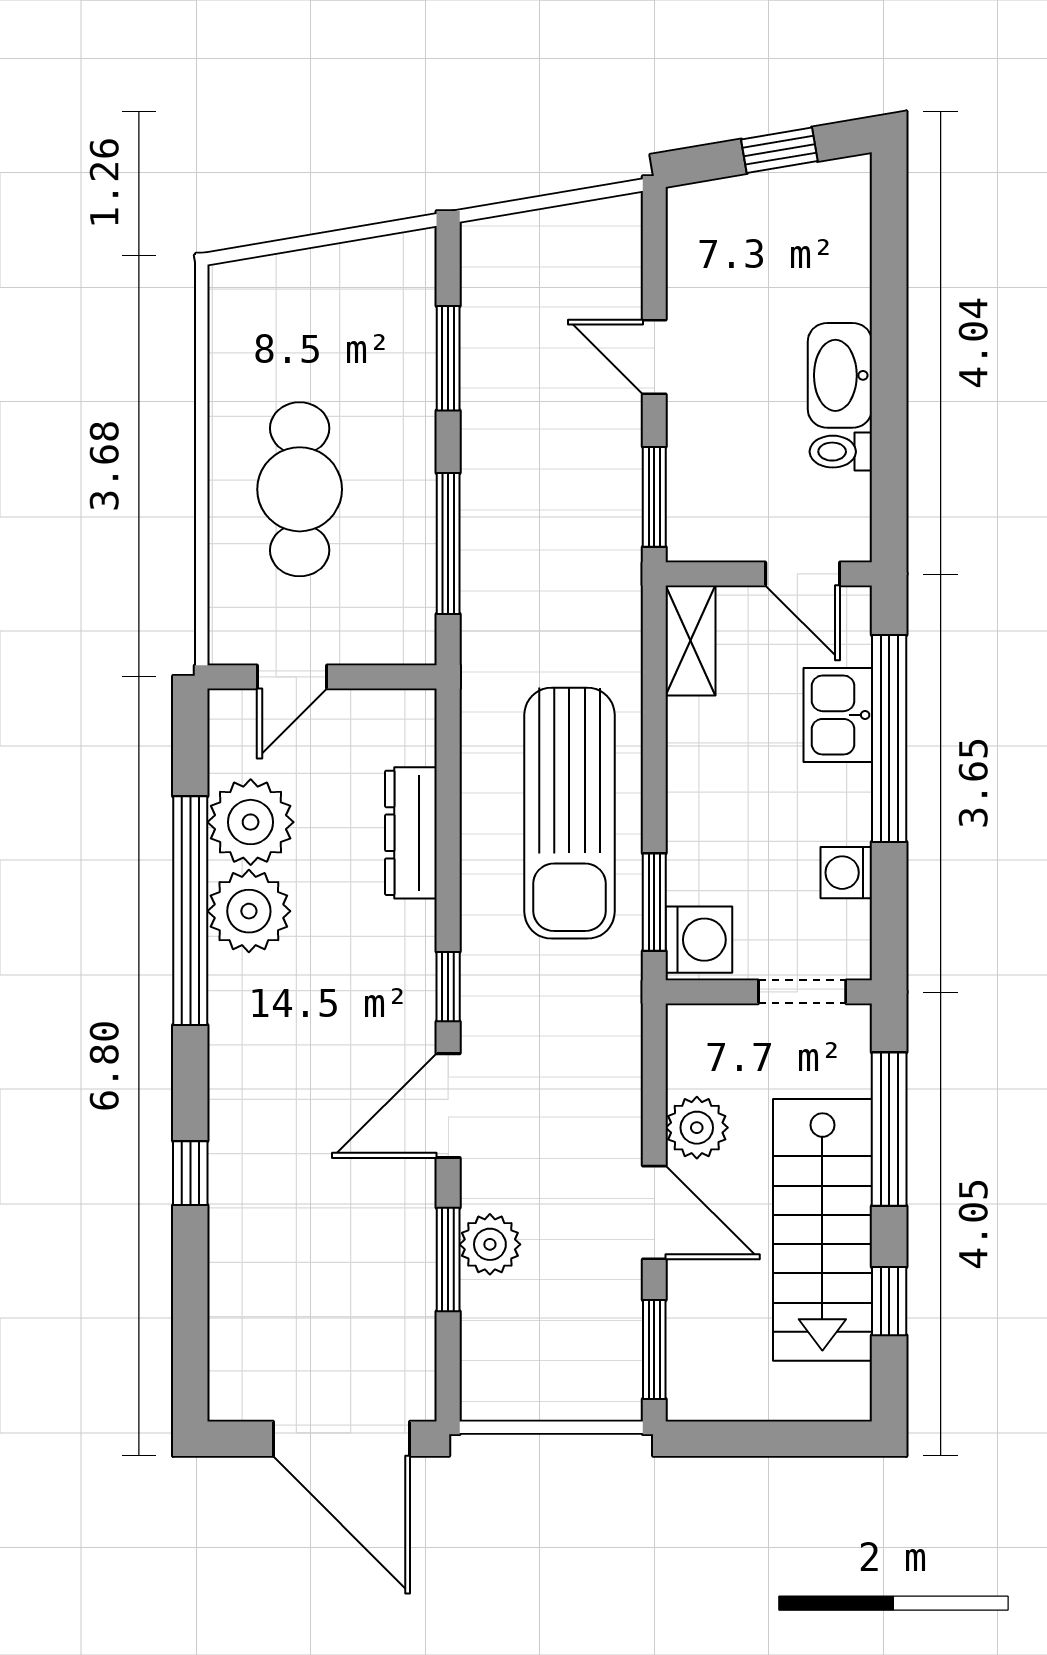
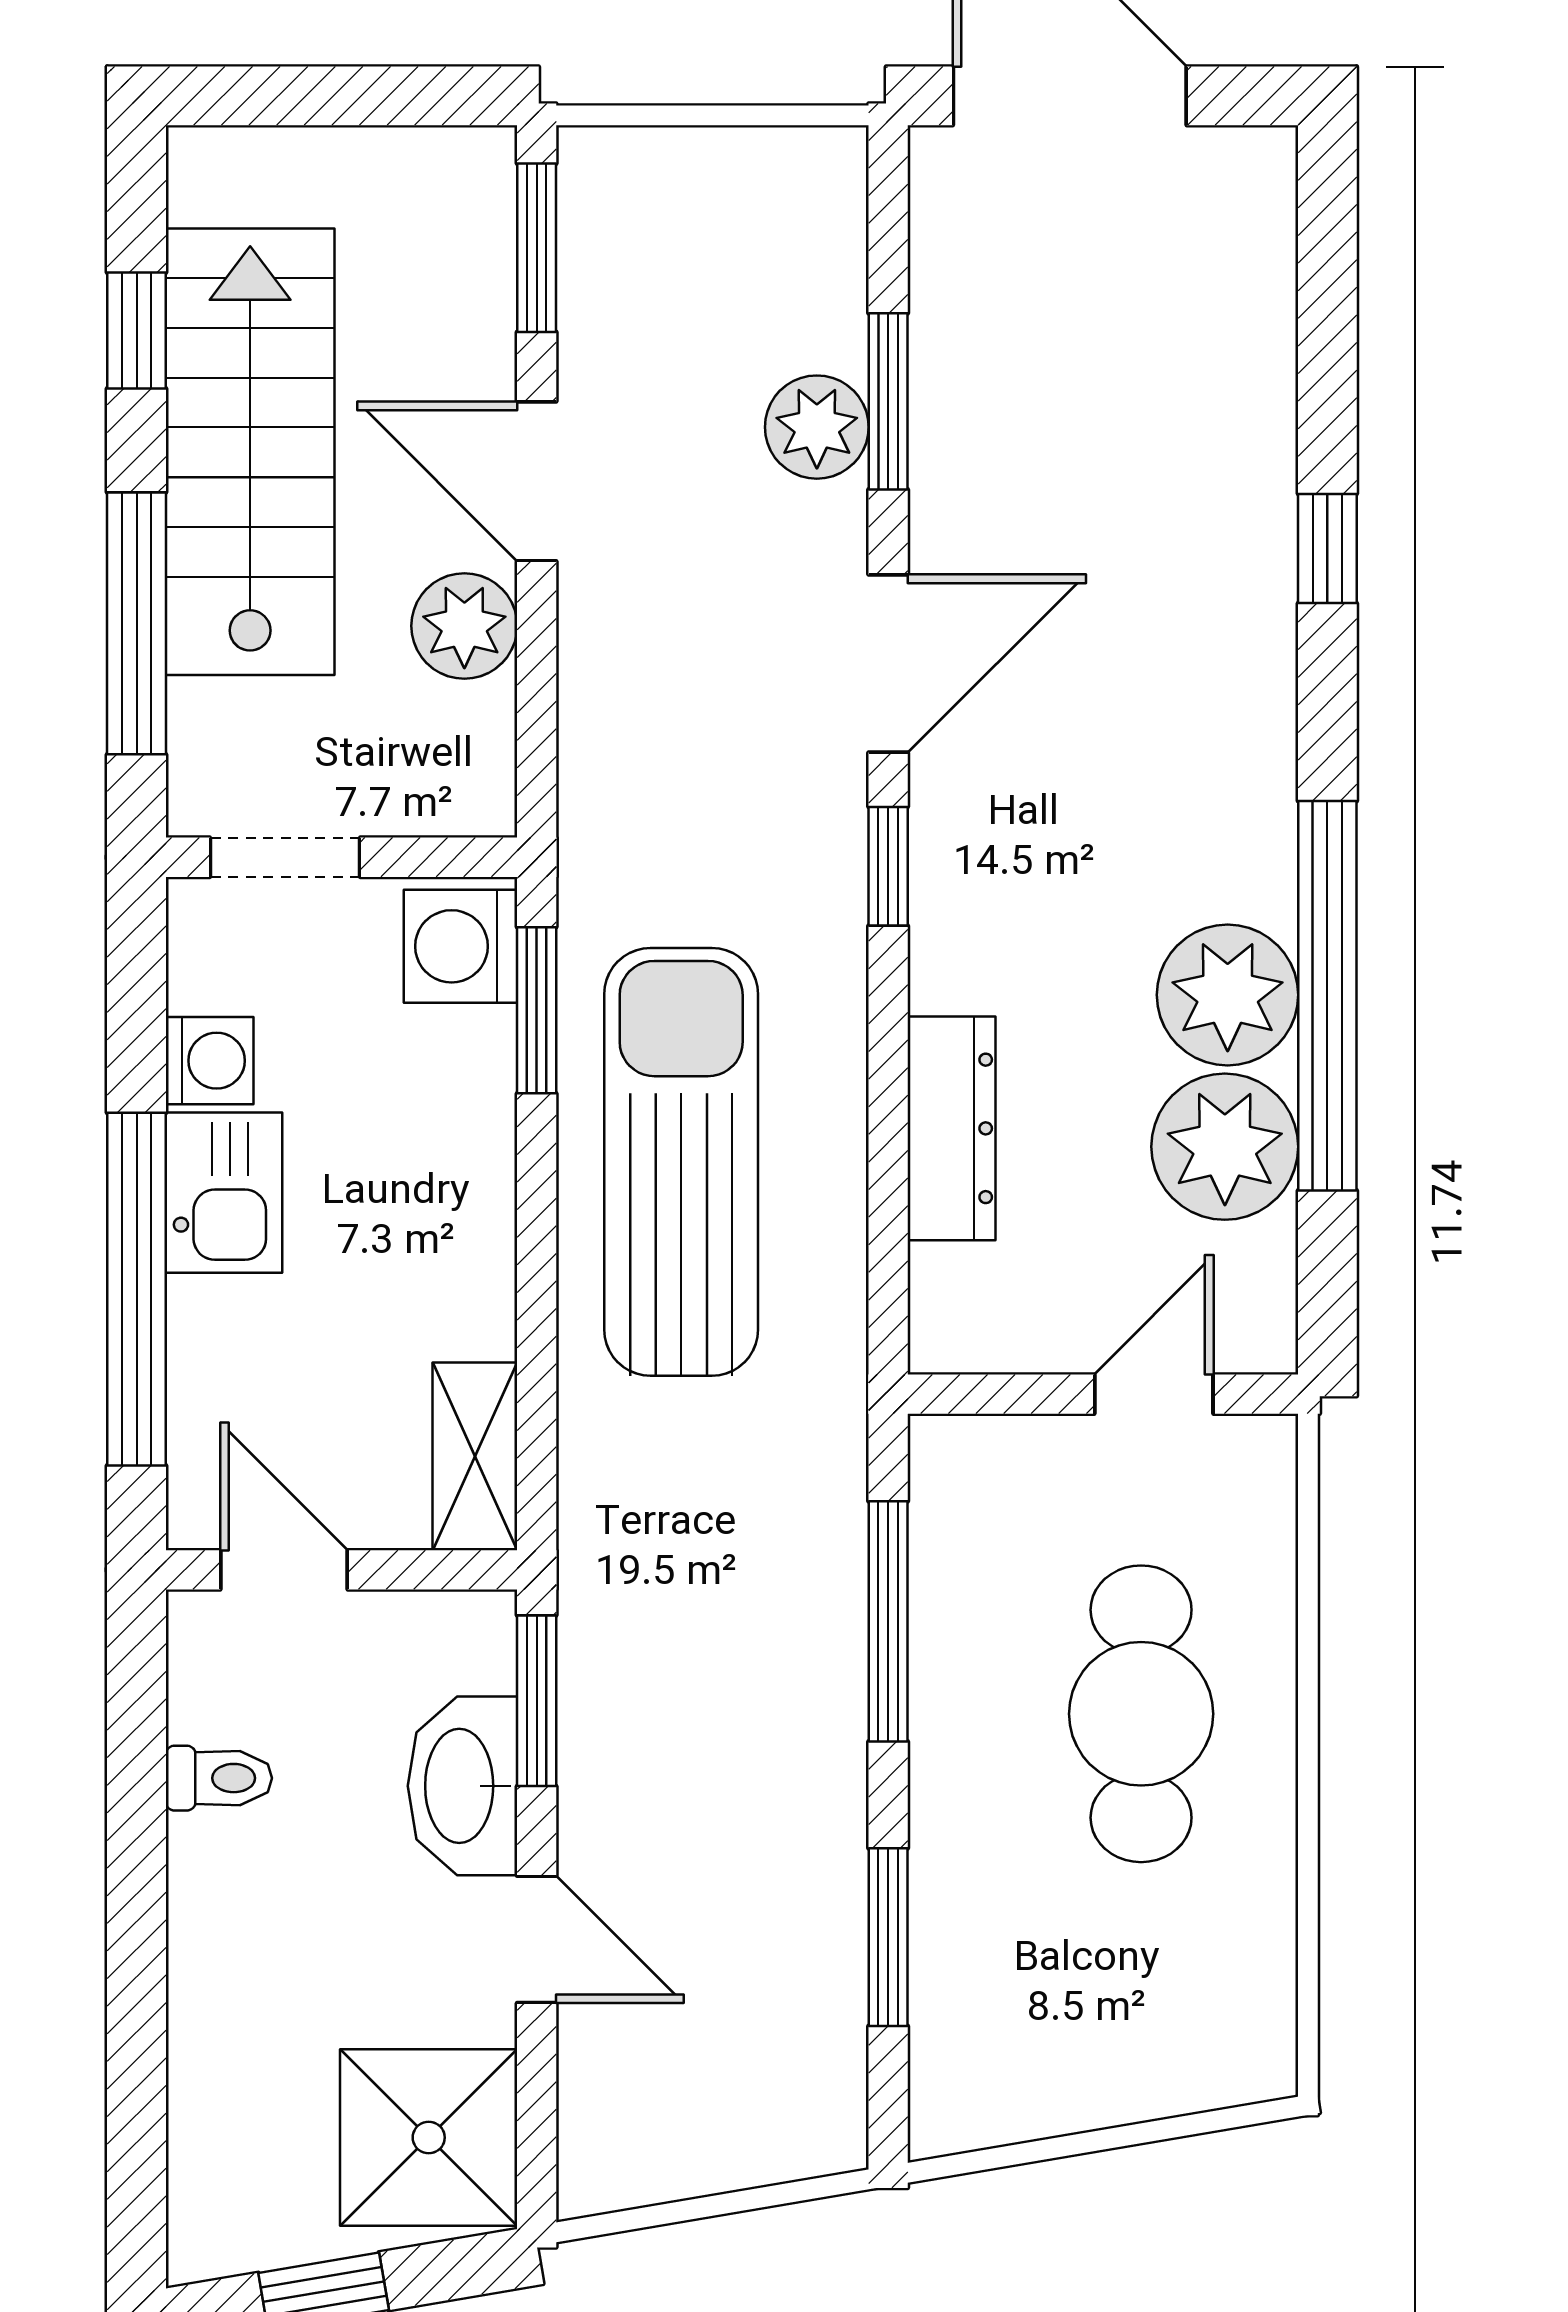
shower: (718, 241) -> (429, 2138), added
washbasin: (840, 375) -> (463, 1786), moved, turned 180
kitchen sink: (838, 715) -> (224, 1193), moved

